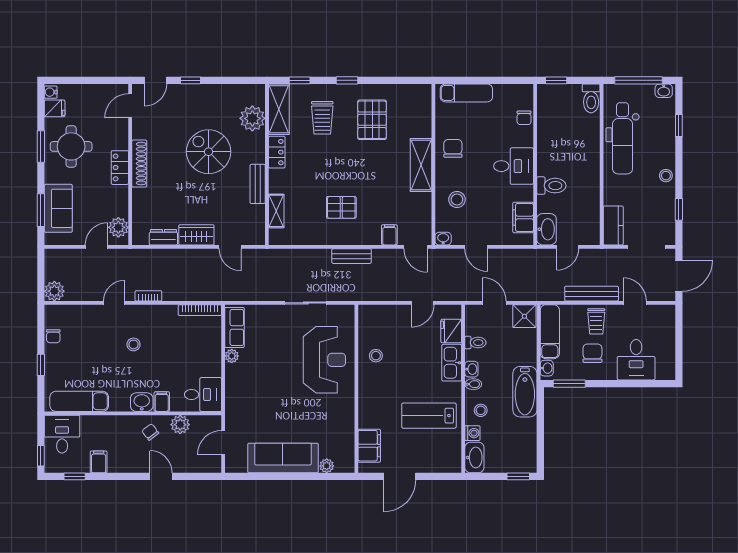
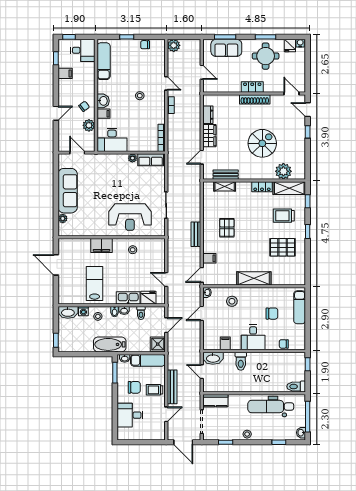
chair: (453, 148) -> (272, 314), moved
bench: (258, 184) -> (226, 175), moved
filing cabinet: (523, 217) -> (225, 343), width x0.50
plant: (118, 227) -> (214, 86), removed
desk: (203, 394) -> (112, 140), width x1.37
filing cabinet: (369, 446) -> (101, 245), moved

